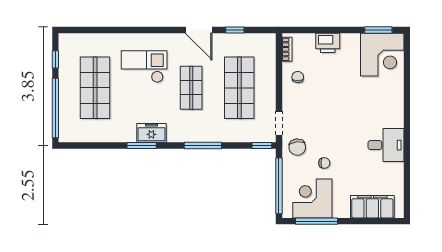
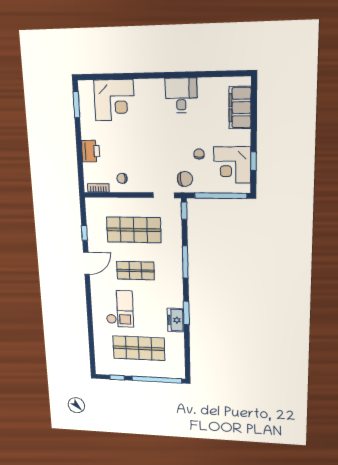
corner desk: (382, 55) -> (114, 100), moved, turned 90
checkout: (144, 67) -> (119, 309), turned 180
freezer: (151, 133) -> (176, 320), moved
window: (317, 221) -> (254, 161), width x0.46

